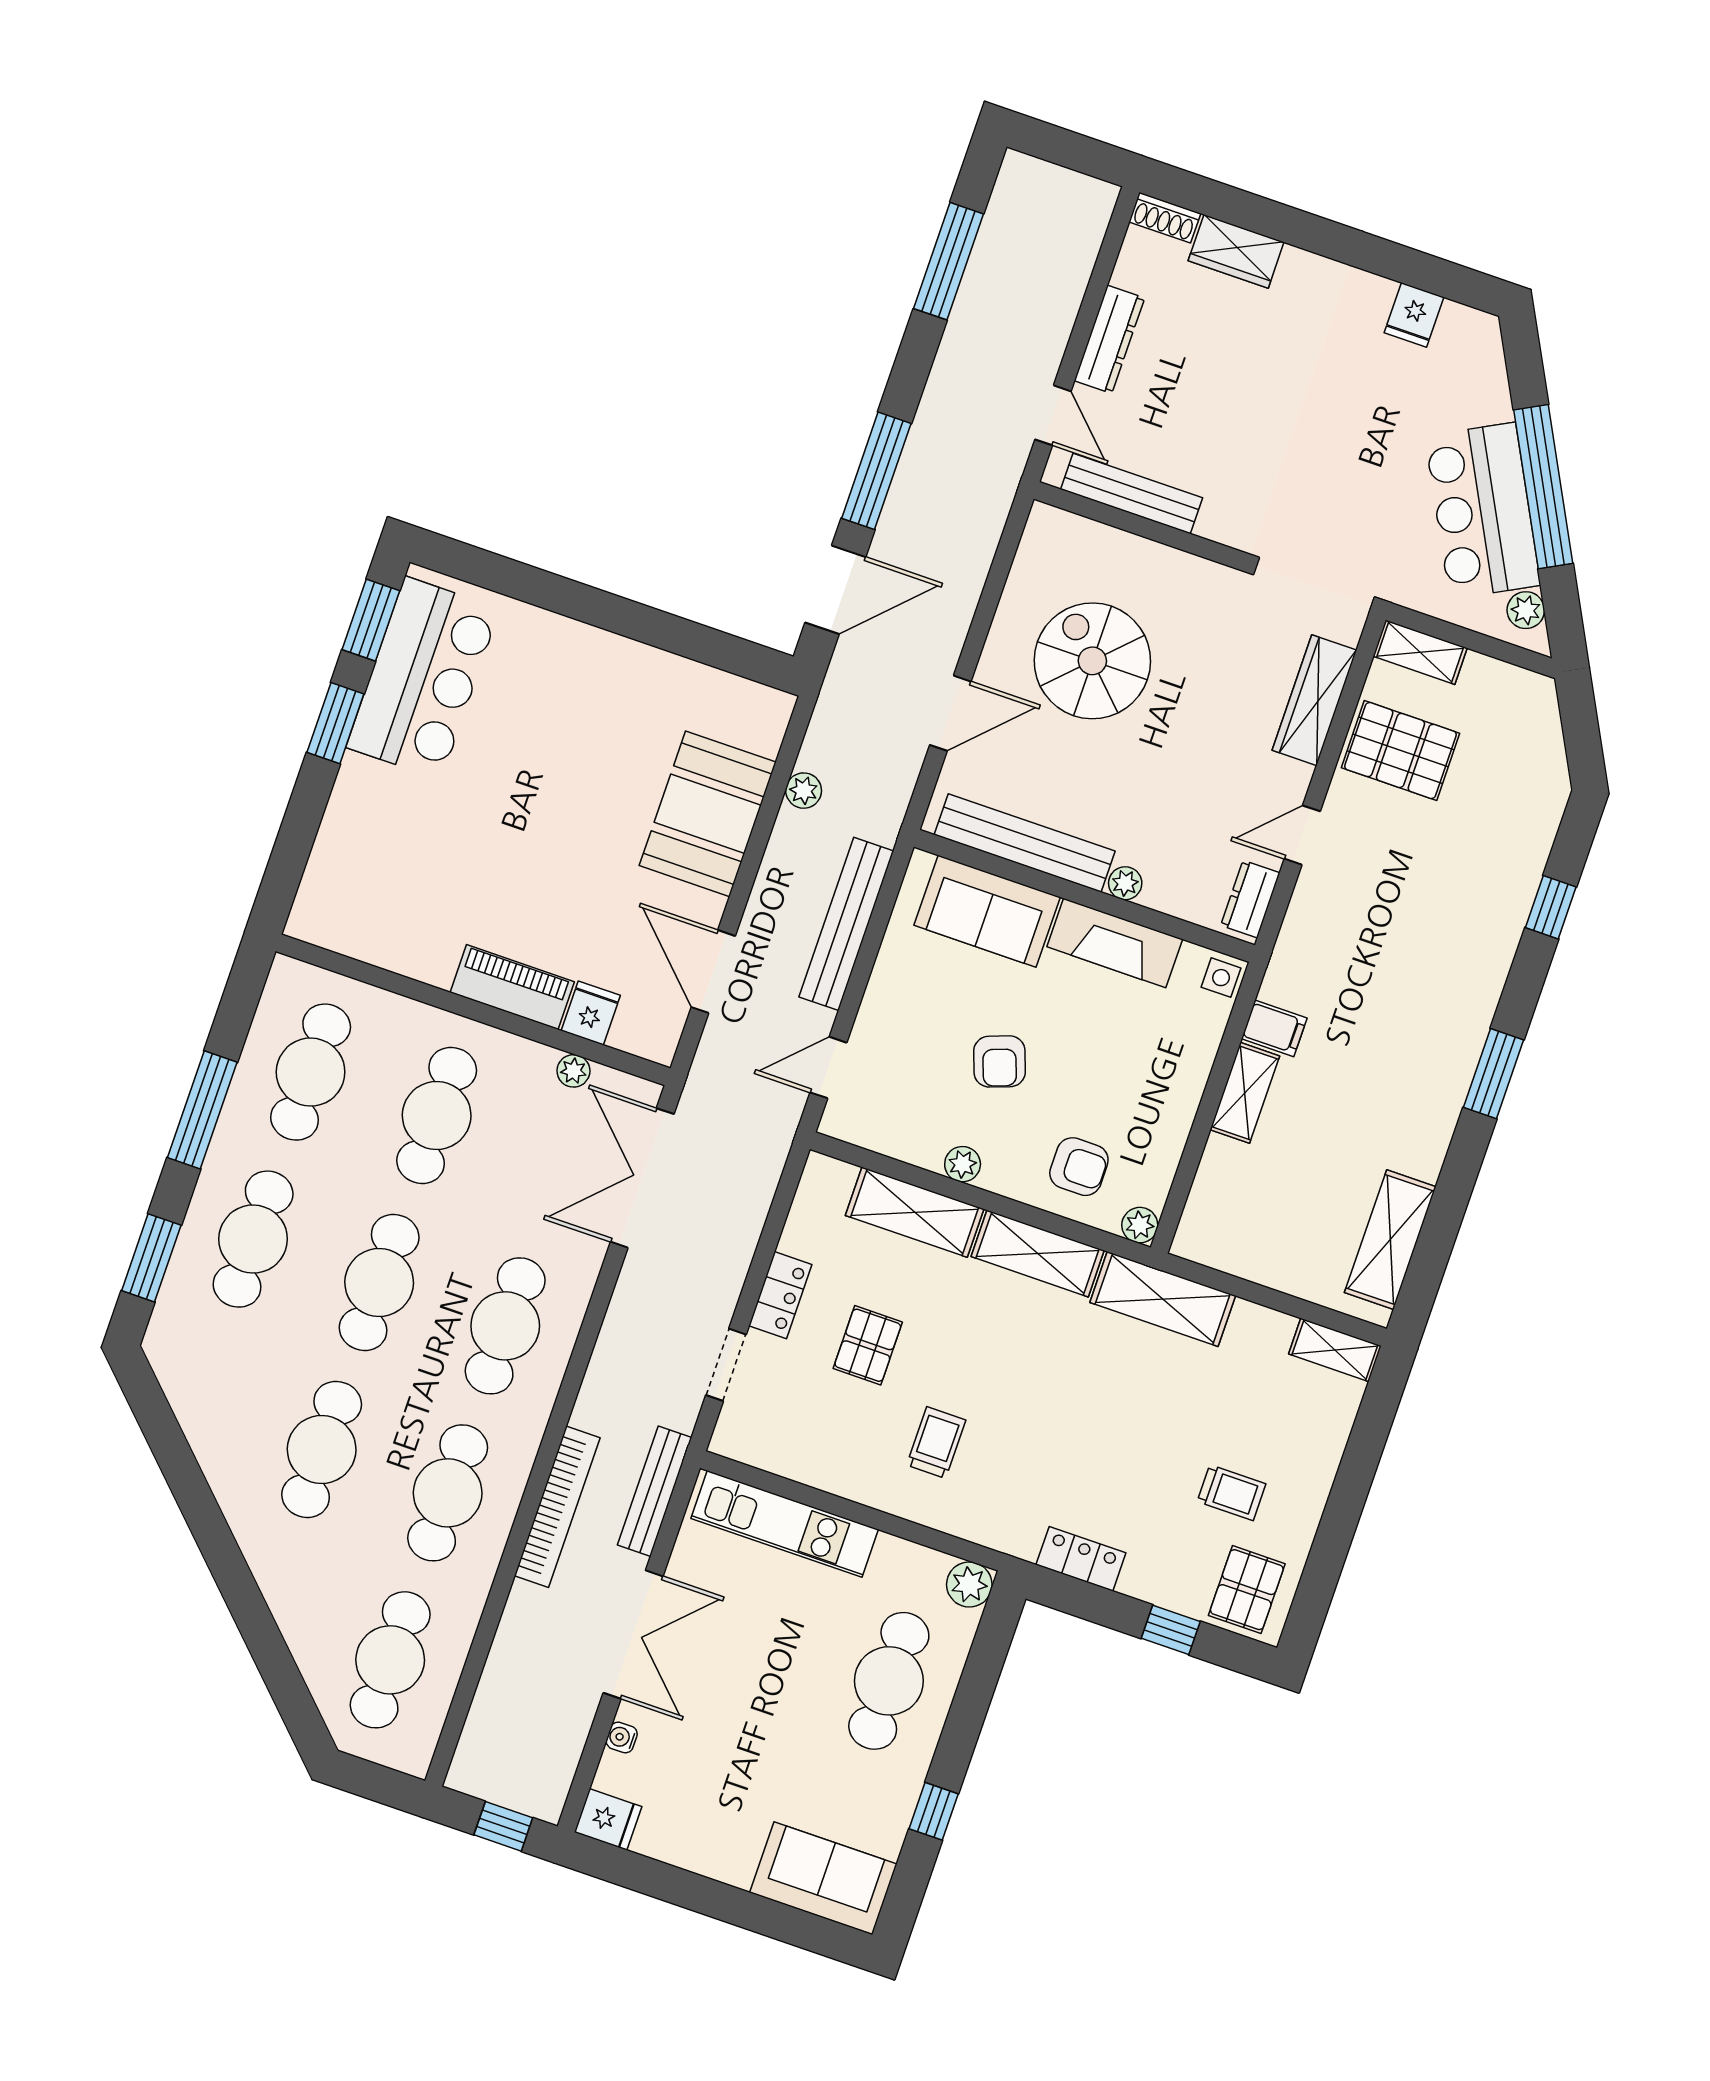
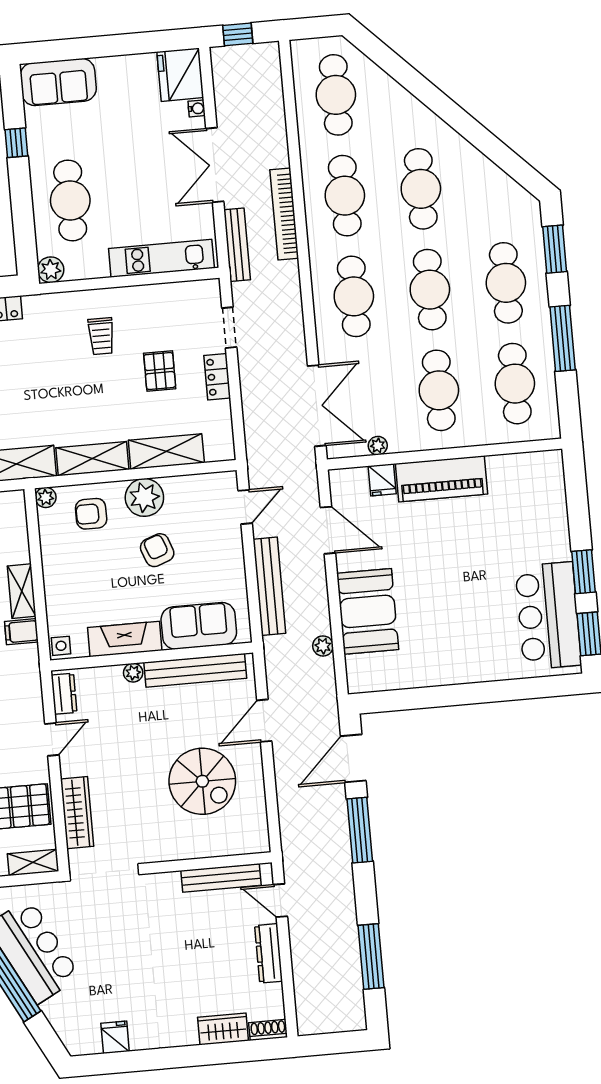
piano: (512, 987) -> (442, 479), width x1.37, depth x1.33
plant: (963, 1164) -> (144, 497), width x1.87, depth x1.87
fridge: (608, 1819) -> (180, 75), width x1.88, depth x1.34

